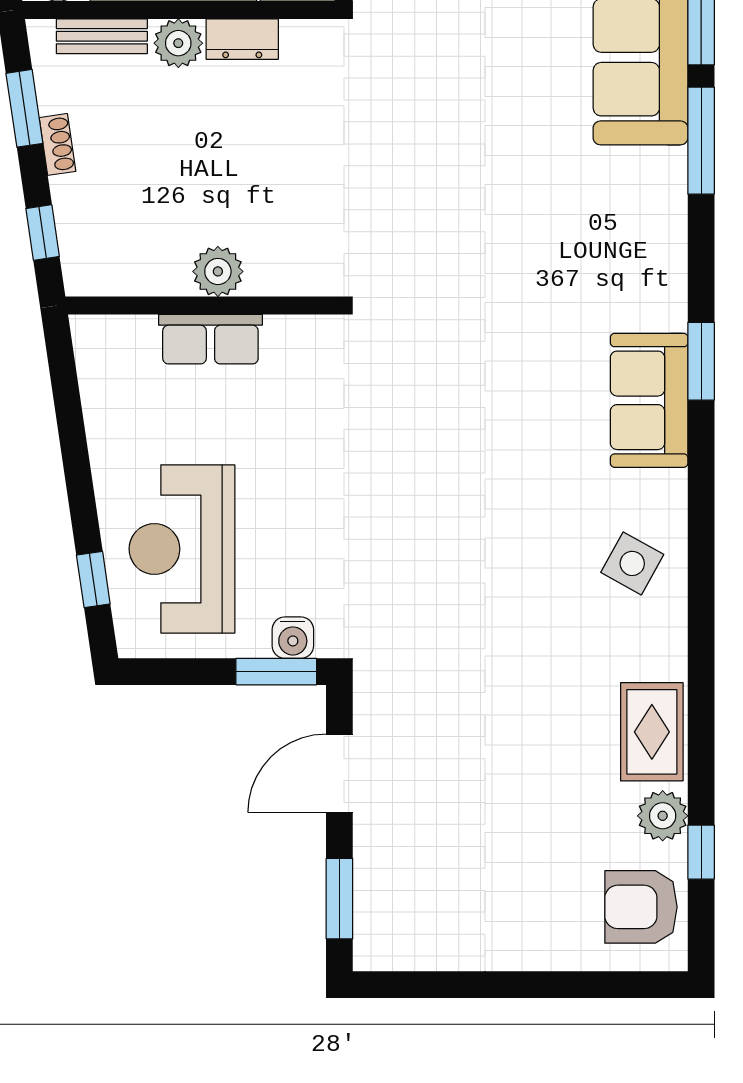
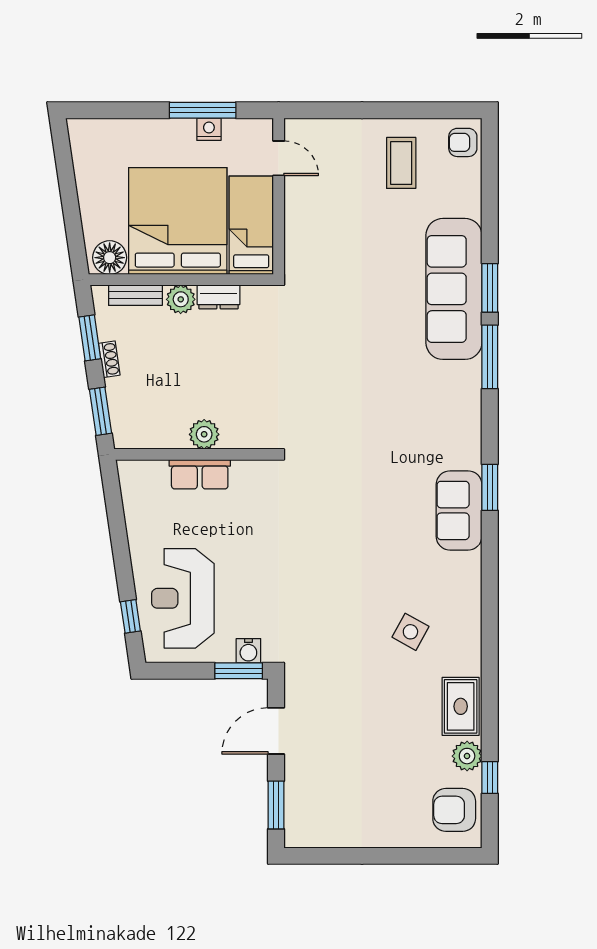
window: (43, 232) -> (101, 411), width x1.50
side table: (632, 563) -> (410, 632), moved

